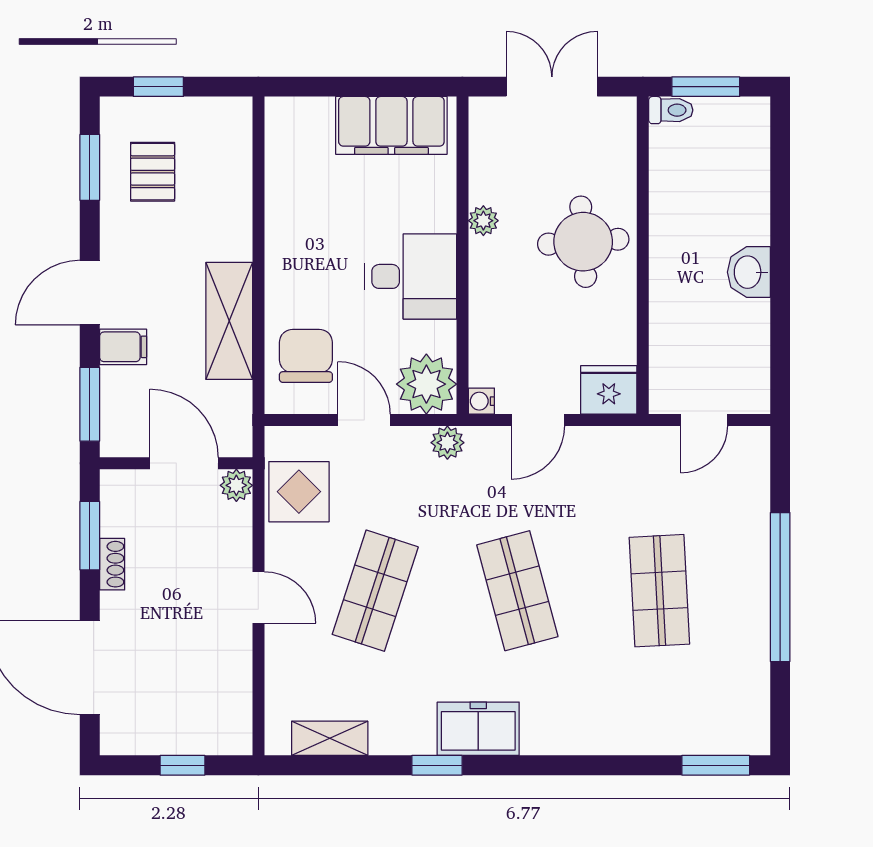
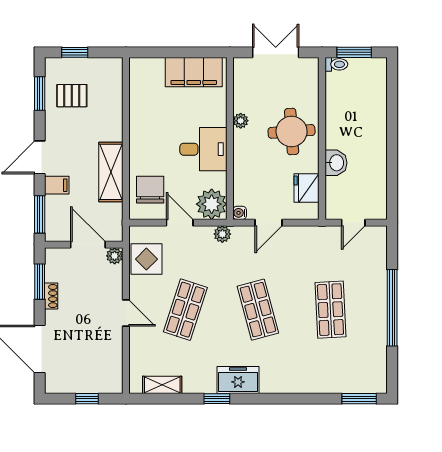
pallet: (153, 172) -> (72, 96), turned 90
washbasin: (749, 272) -> (336, 163), moved, turned 180
fridge: (609, 390) -> (307, 188), moved, turned -90

